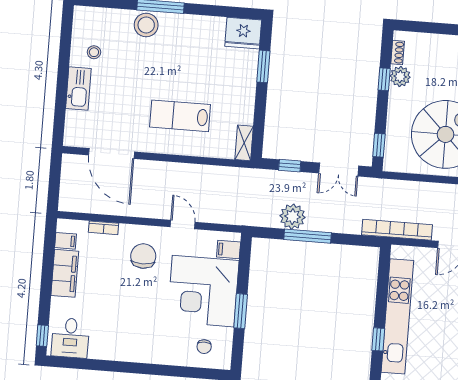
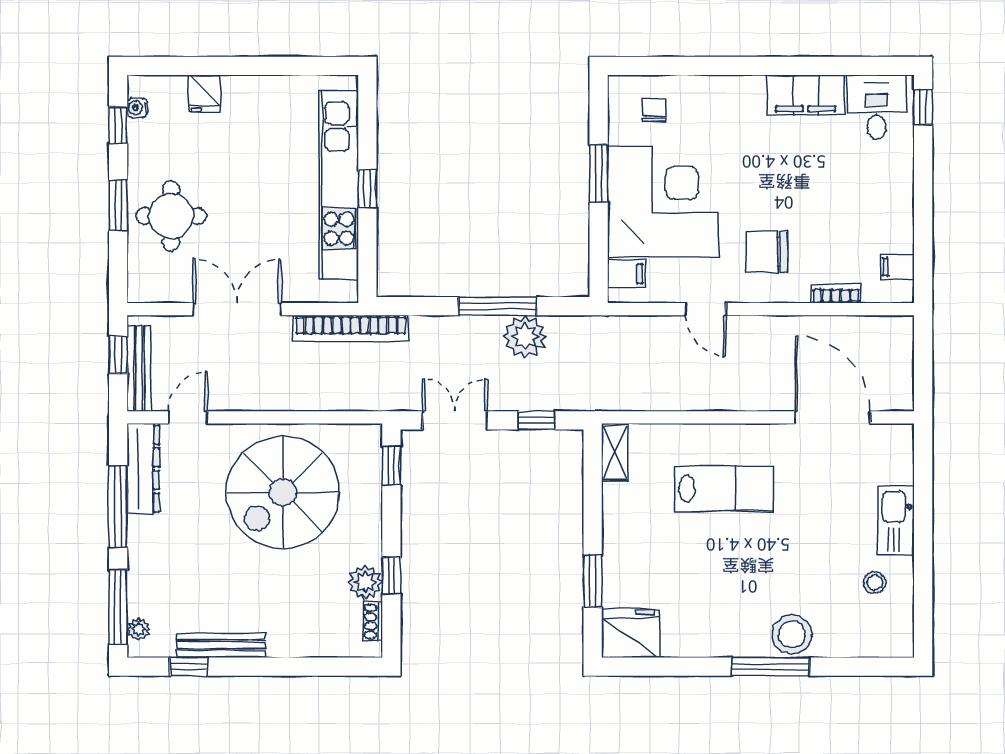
chair: (143, 256) -> (767, 252), turned 90
filing cabinet: (65, 273) -> (806, 95), moved, turned -90
window: (378, 339) -> (367, 189), moved

